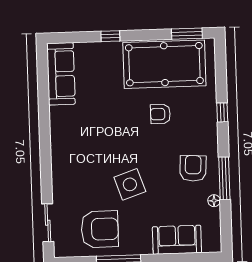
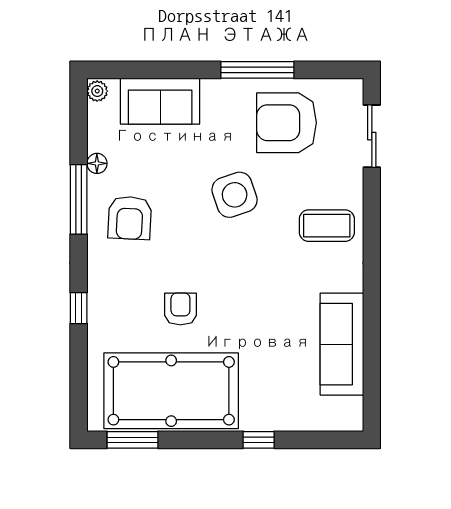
sofa: (61, 74) -> (342, 344), moved
armchair: (160, 114) -> (180, 309), turned -90
coffee table: (73, 168) -> (327, 226), added
plant: (215, 245) -> (97, 91), added

